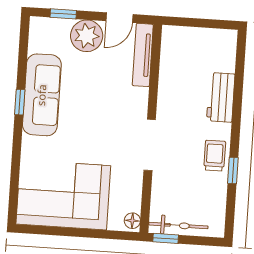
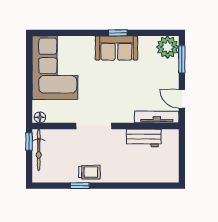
window: (63, 14) -> (182, 59), width x1.50
plant: (87, 36) -> (168, 47), moved
sofa: (42, 95) -> (116, 48), width x0.73
workbench: (221, 97) -> (144, 138), moved, turned 180

